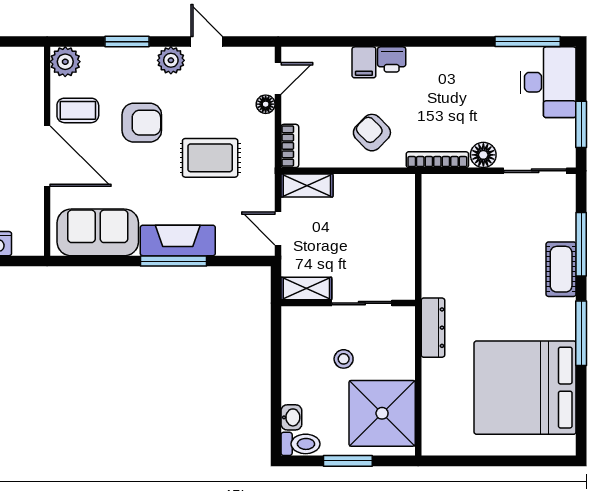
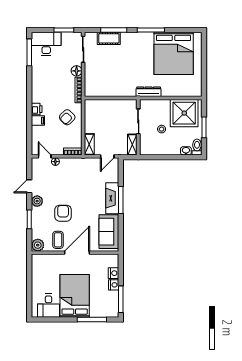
rug: (210, 158) -> (78, 185), removed
cot: (561, 269) -> (109, 38), moved

